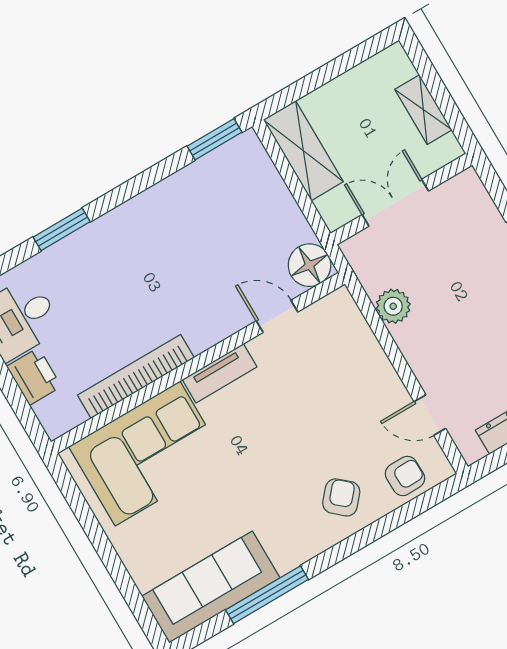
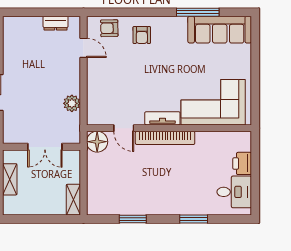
window: (215, 139) -> (133, 219), moved
shelving: (303, 151) -> (73, 200), width x0.67, depth x0.75
bookcase: (136, 376) -> (165, 138), moved
armchair: (341, 497) -> (142, 35), turned -41

